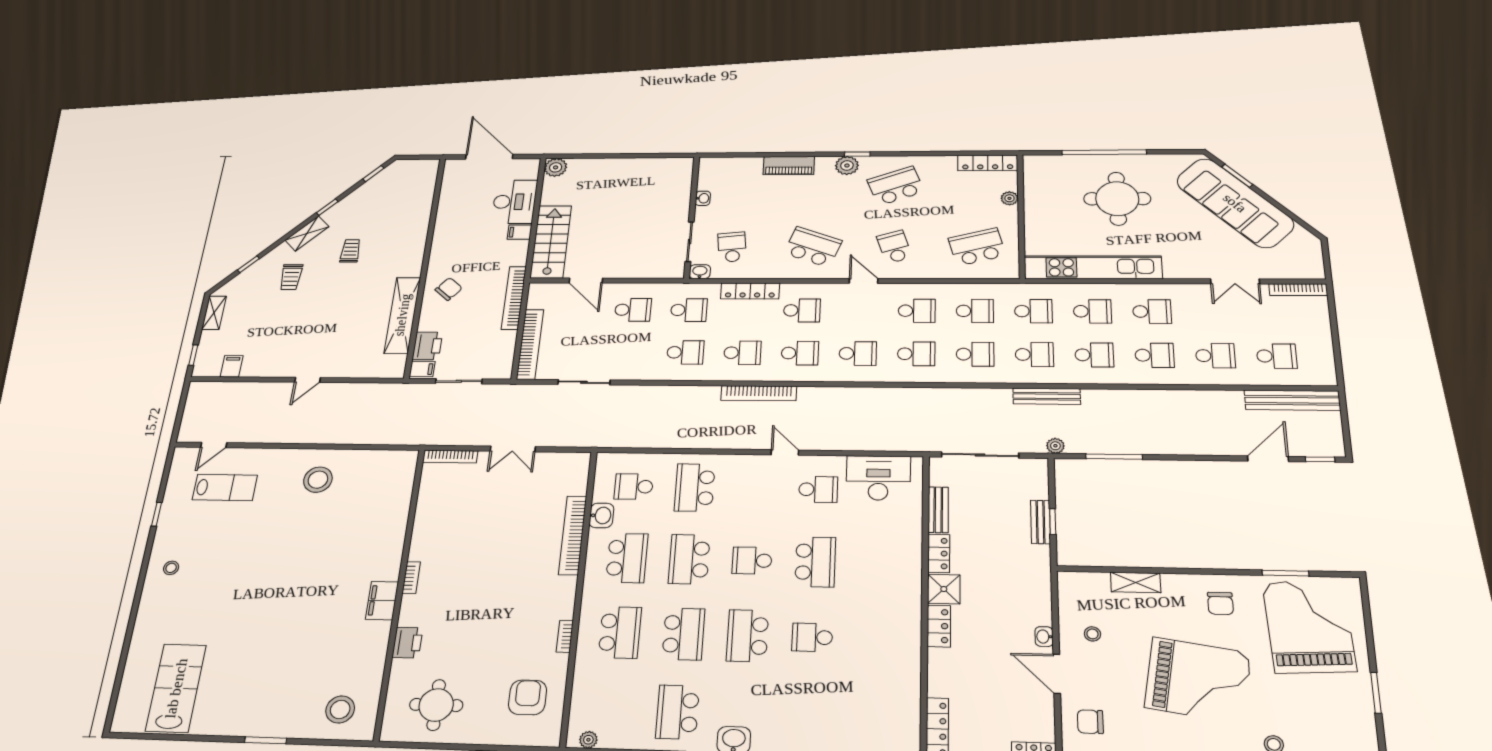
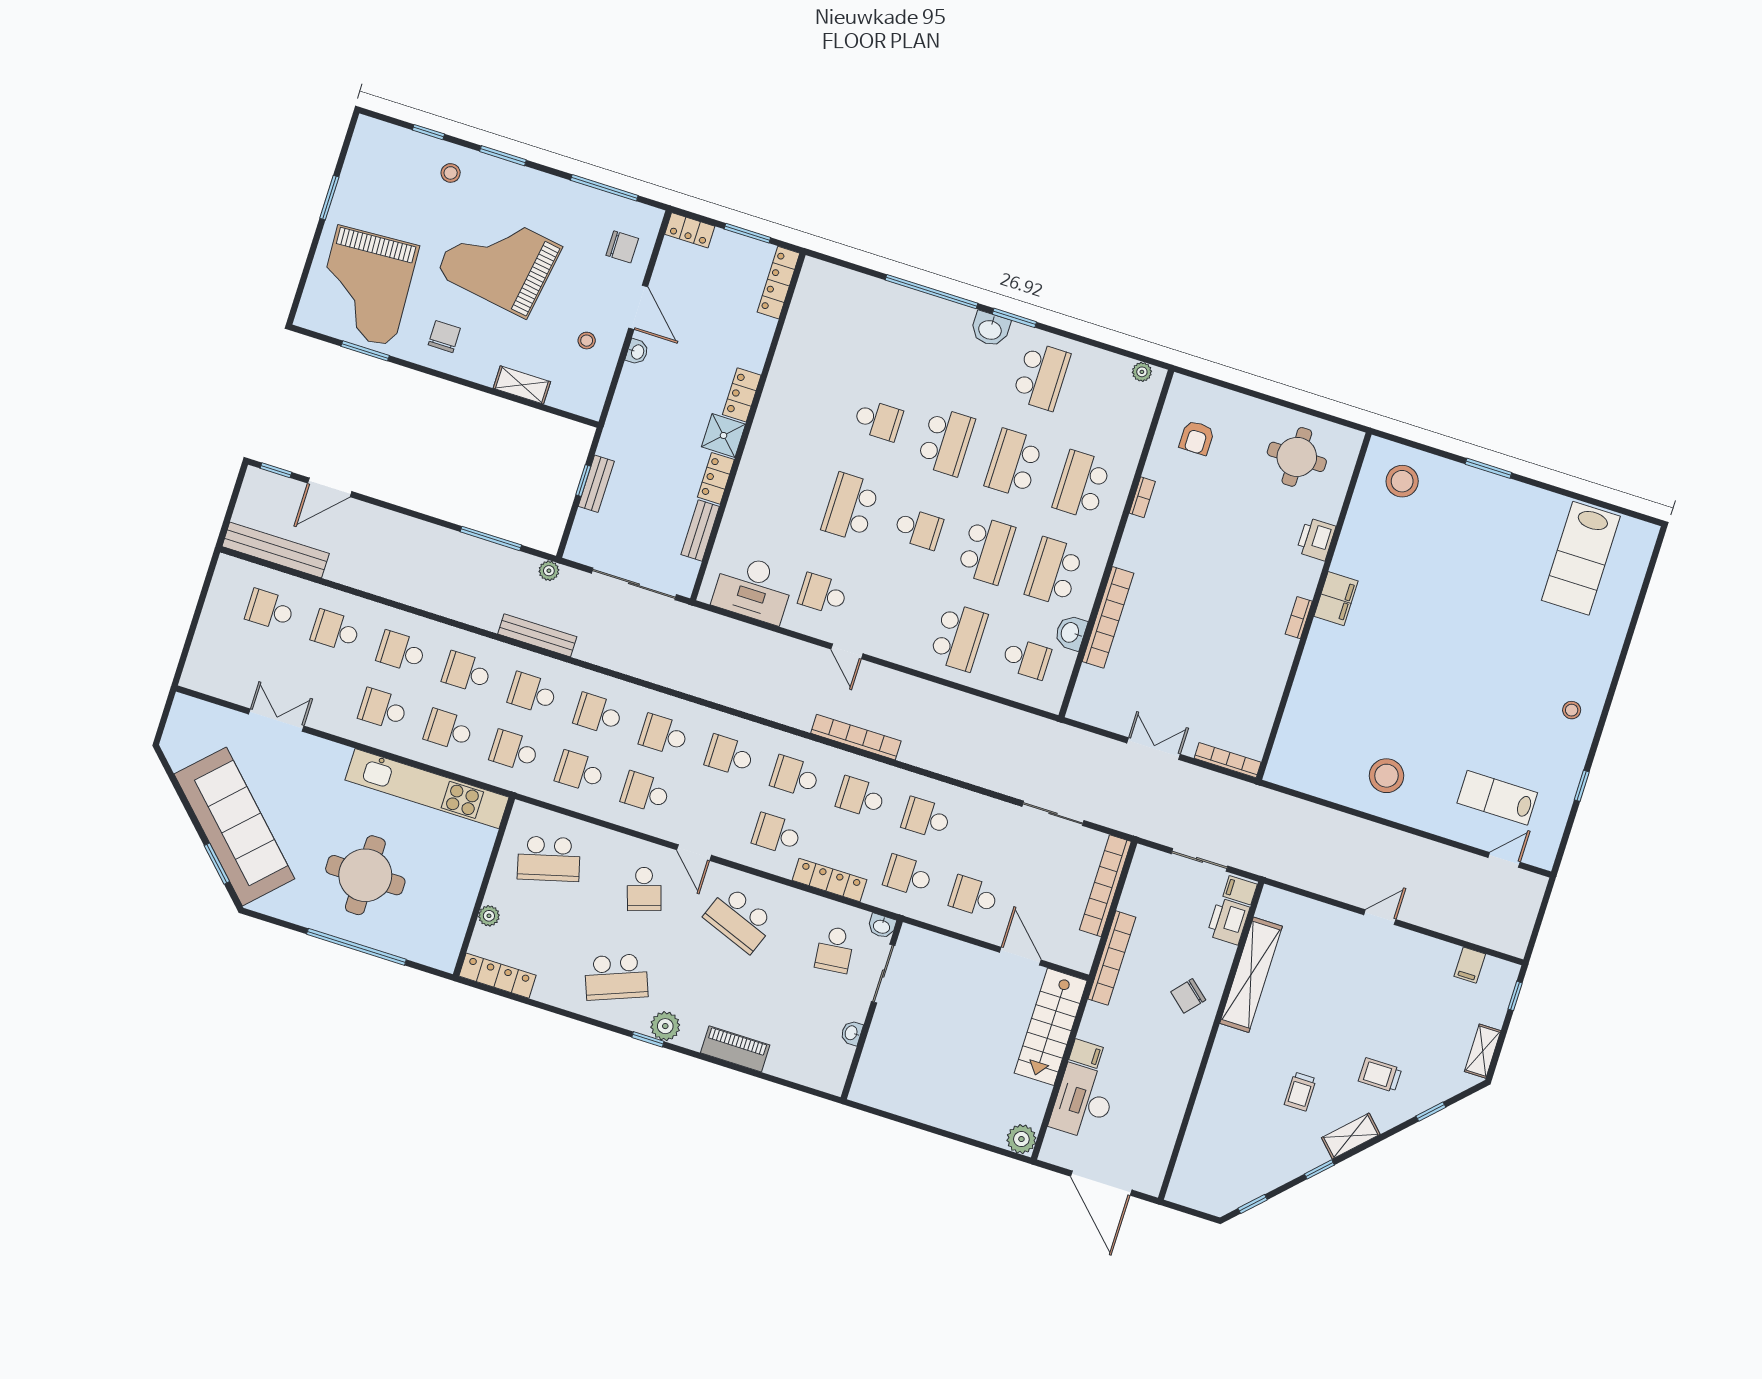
trolley: (291, 277) -> (1380, 1075), turned -90
bookcase: (1298, 290) -> (212, 688), removed
armchair: (528, 697) -> (1197, 438), width x0.72, depth x0.72

